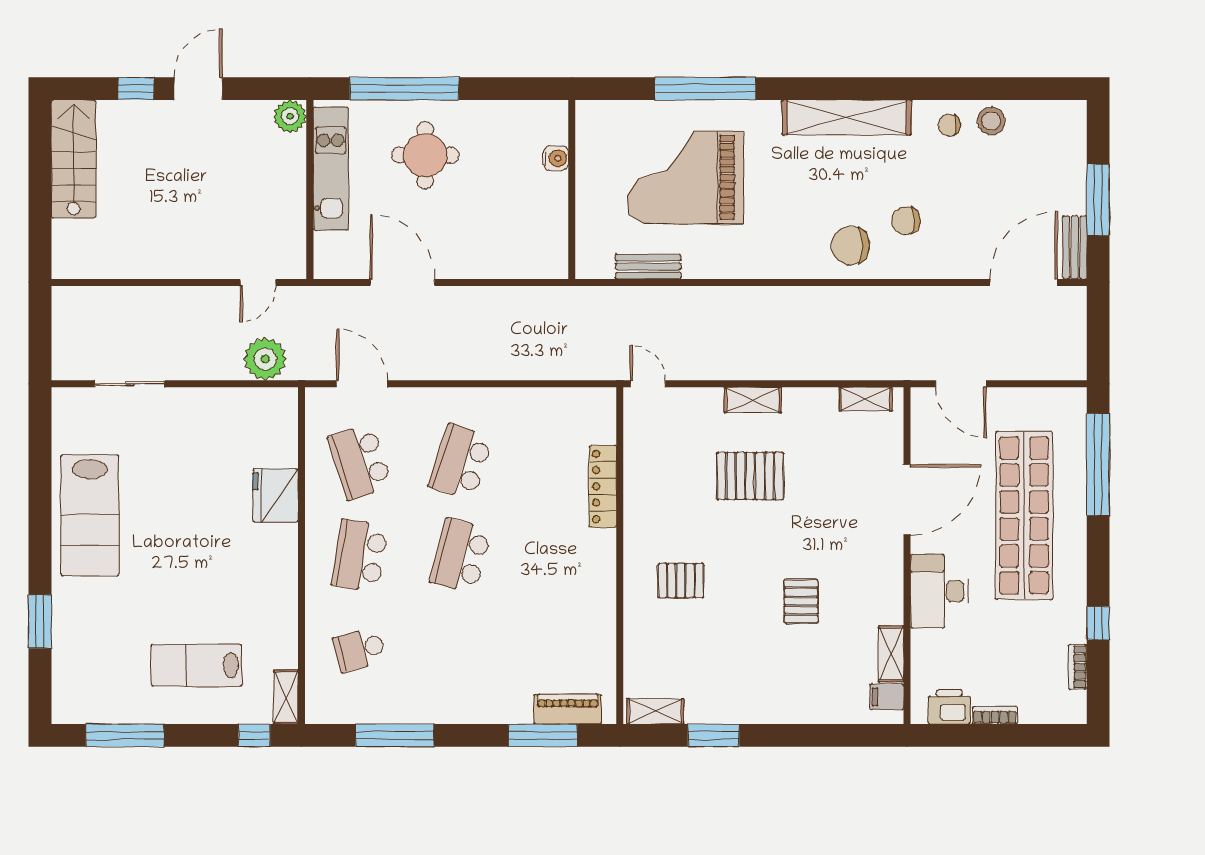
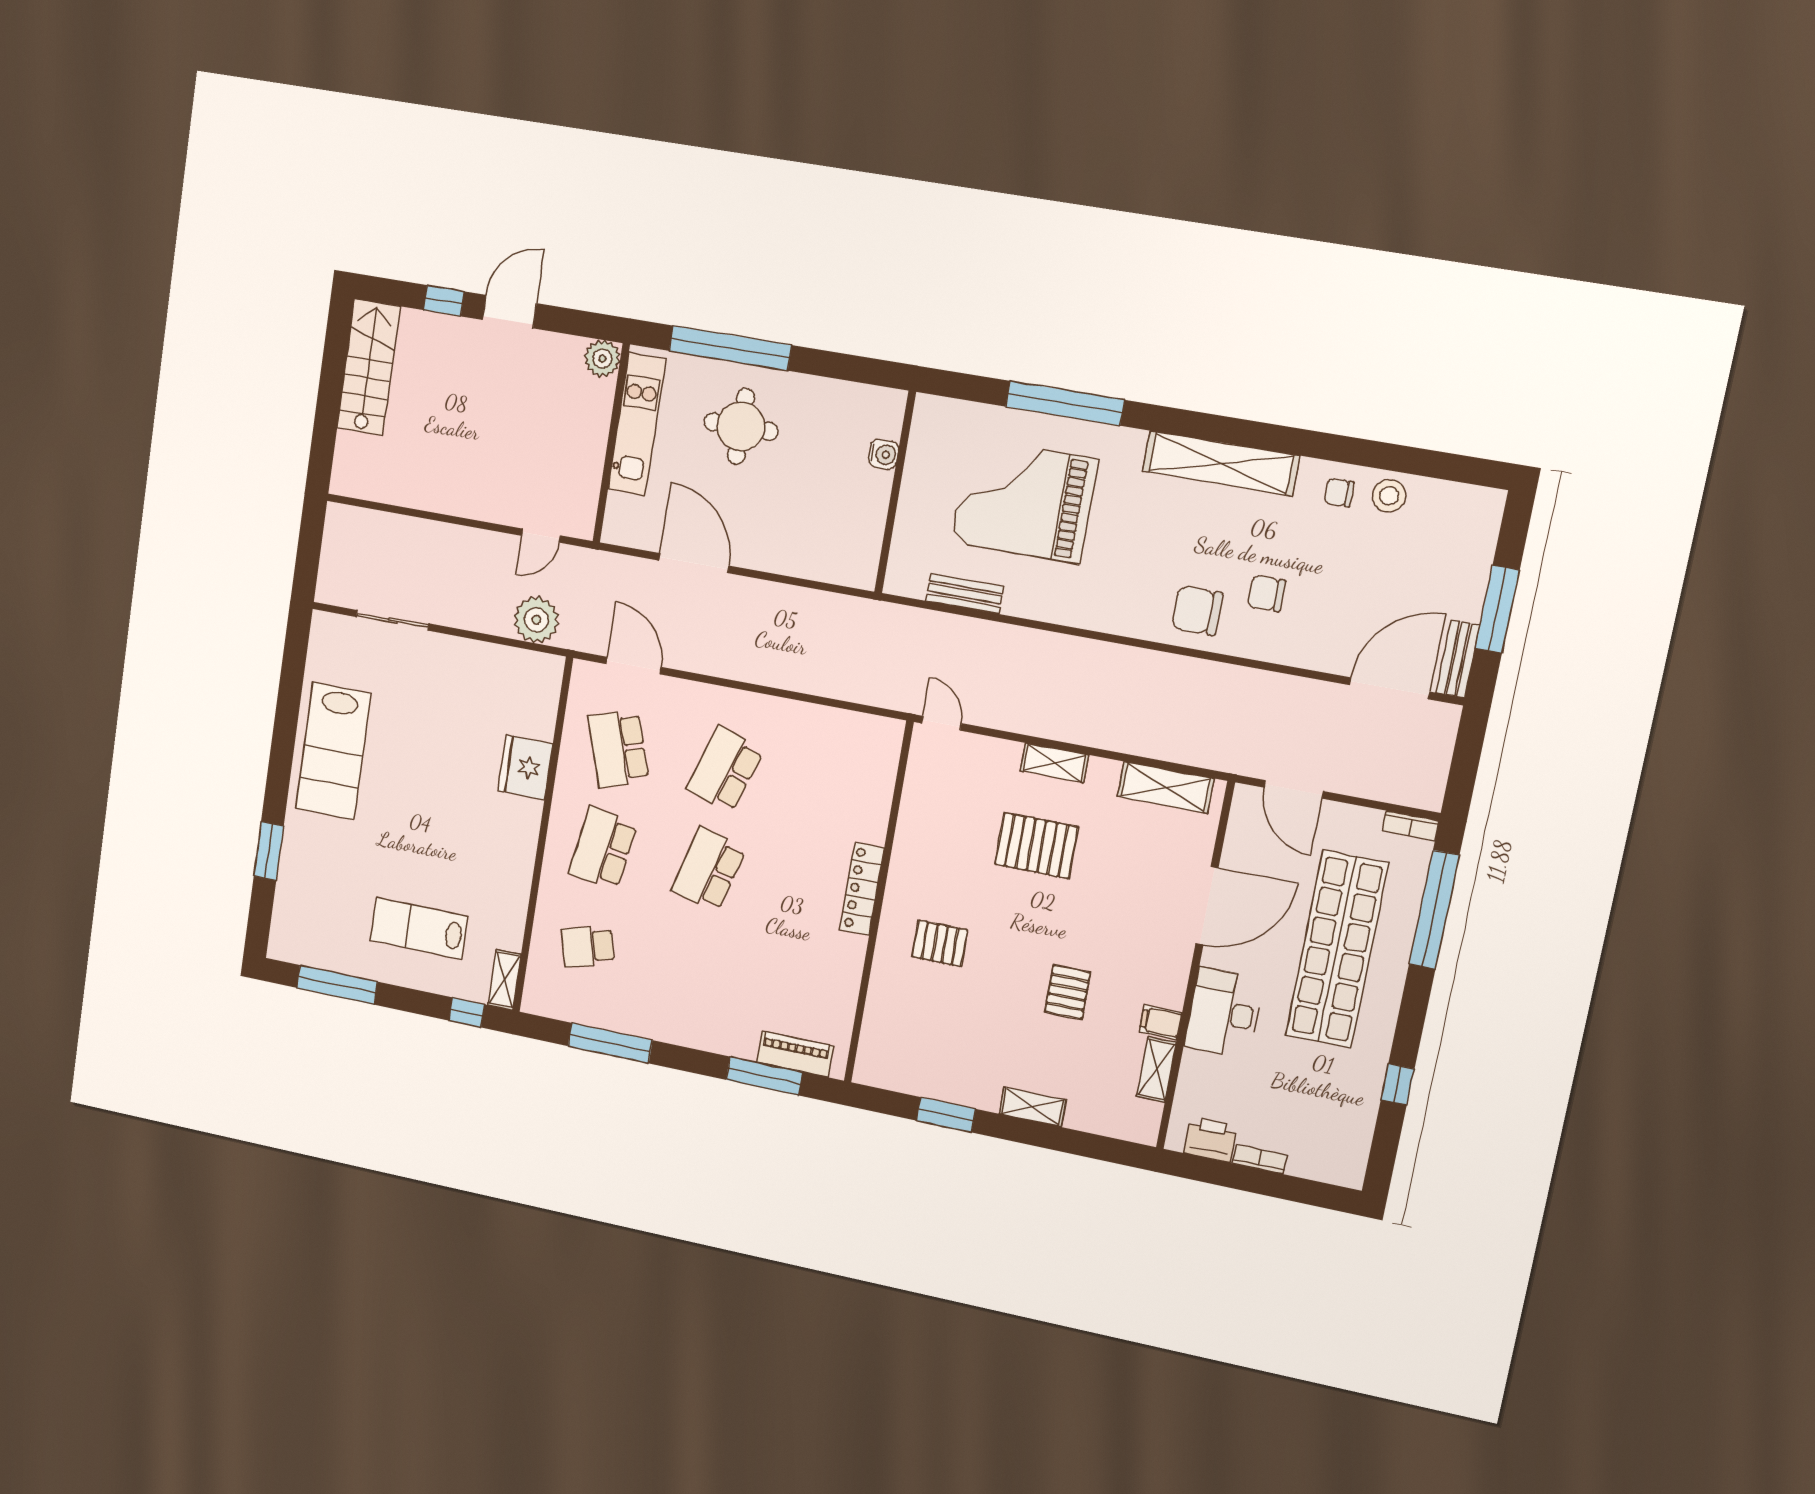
shelving: (866, 399) -> (1166, 787), width x1.50, depth x1.33
locker: (603, 486) -> (862, 889), moved
bookcase: (1078, 667) -> (1411, 826), moved, turned -90
filing cabinet: (887, 697) -> (1161, 1022), moved
shelving: (655, 711) -> (1033, 1107), moved

